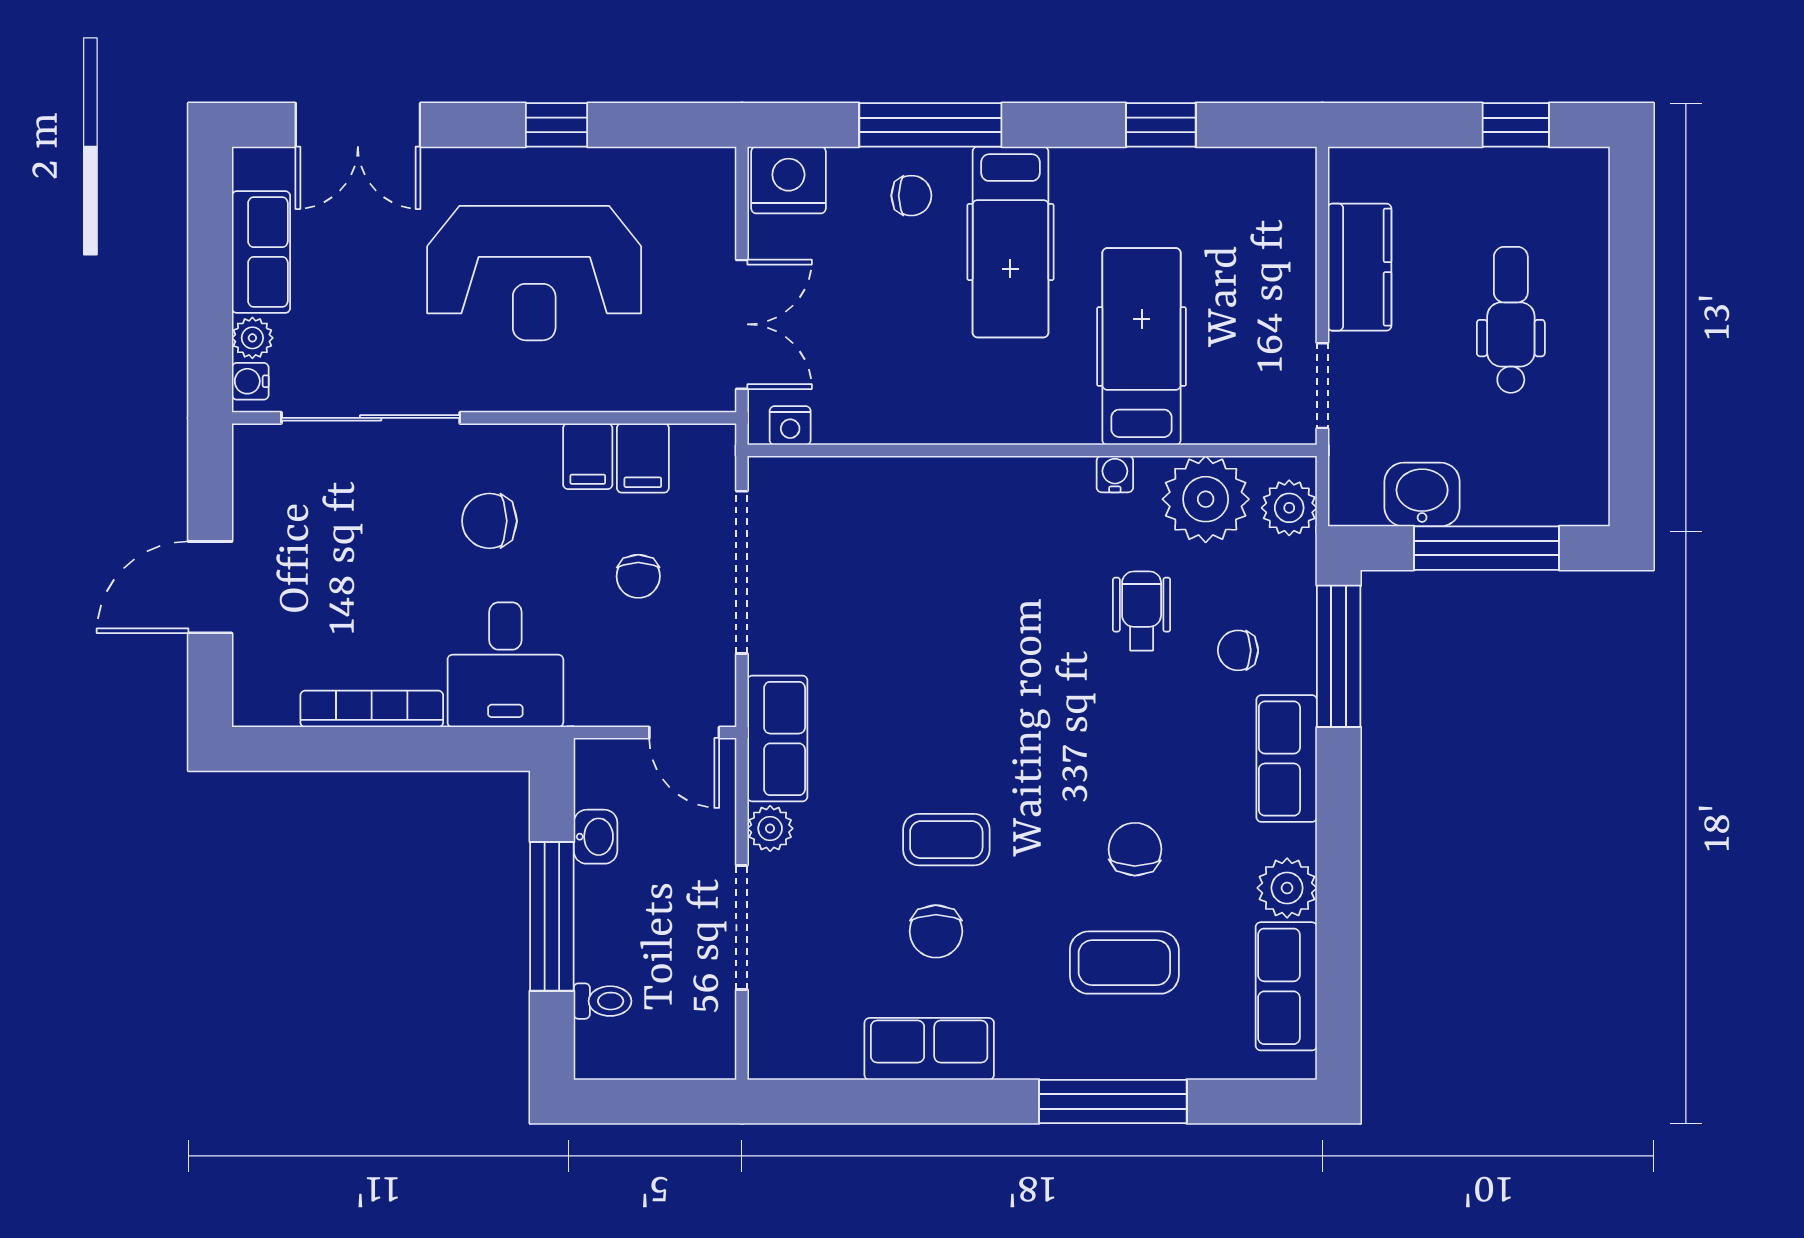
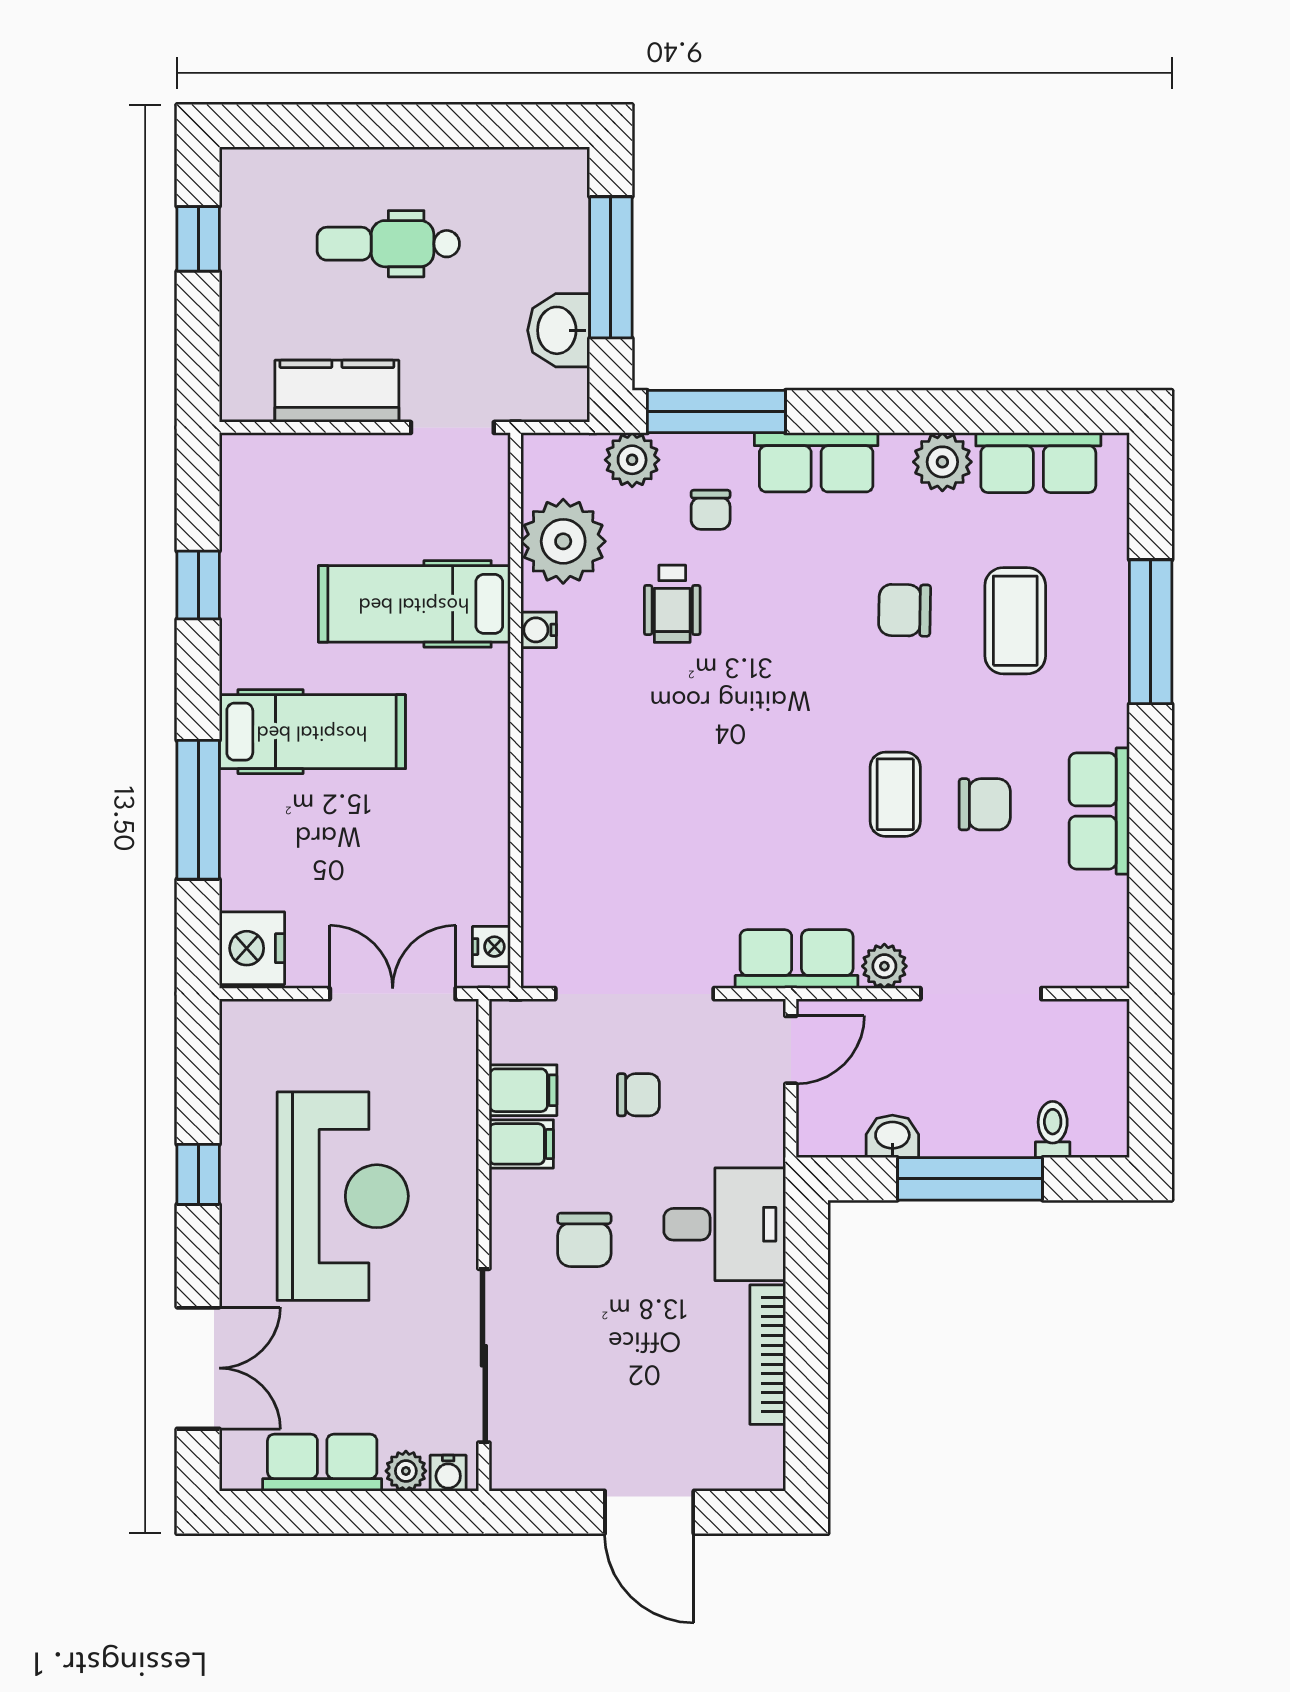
chair: (911, 196) -> (267, 828), removed
plant: (1289, 508) -> (632, 460), moved
wheelchair: (1142, 611) -> (672, 604), turned -90

